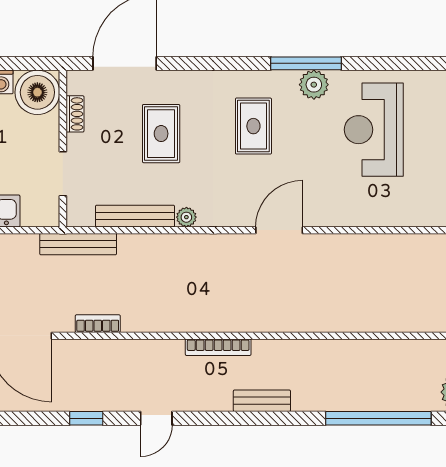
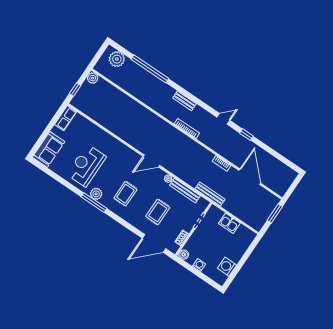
boiler: (37, 92) -> (184, 255), width x0.54, depth x0.54
reception desk: (374, 130) -> (86, 165), turned 180
door: (279, 230) -> (151, 161), moved

